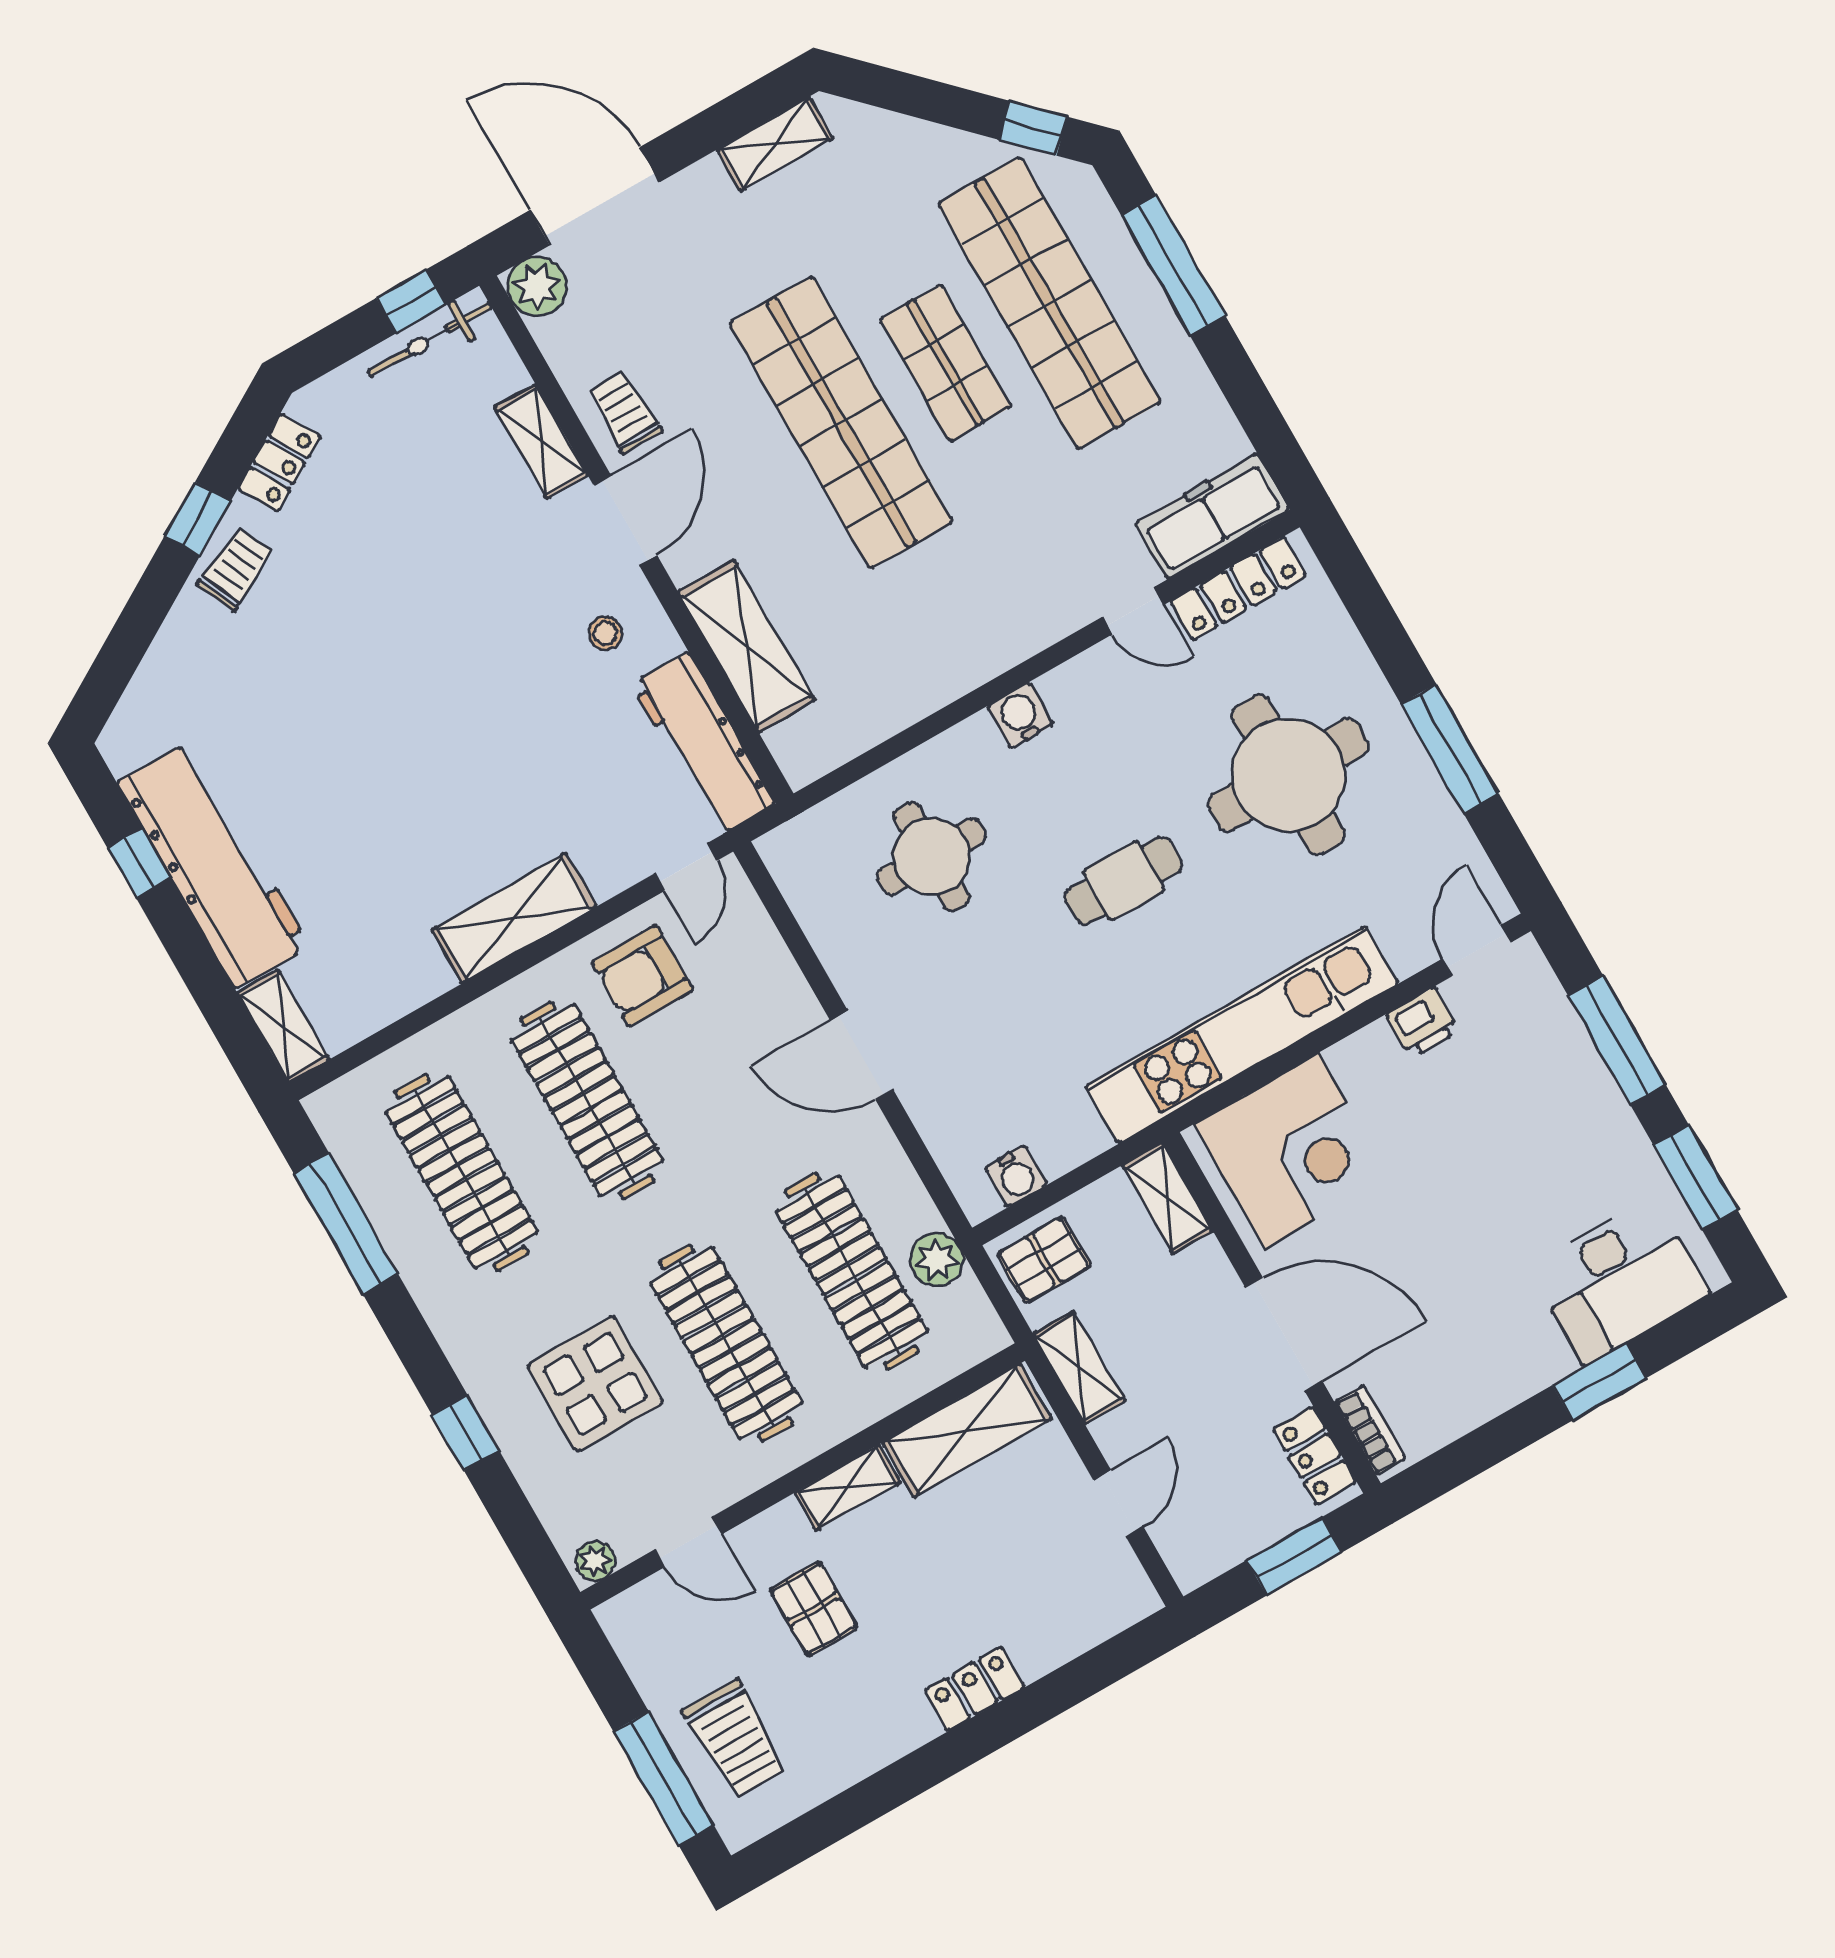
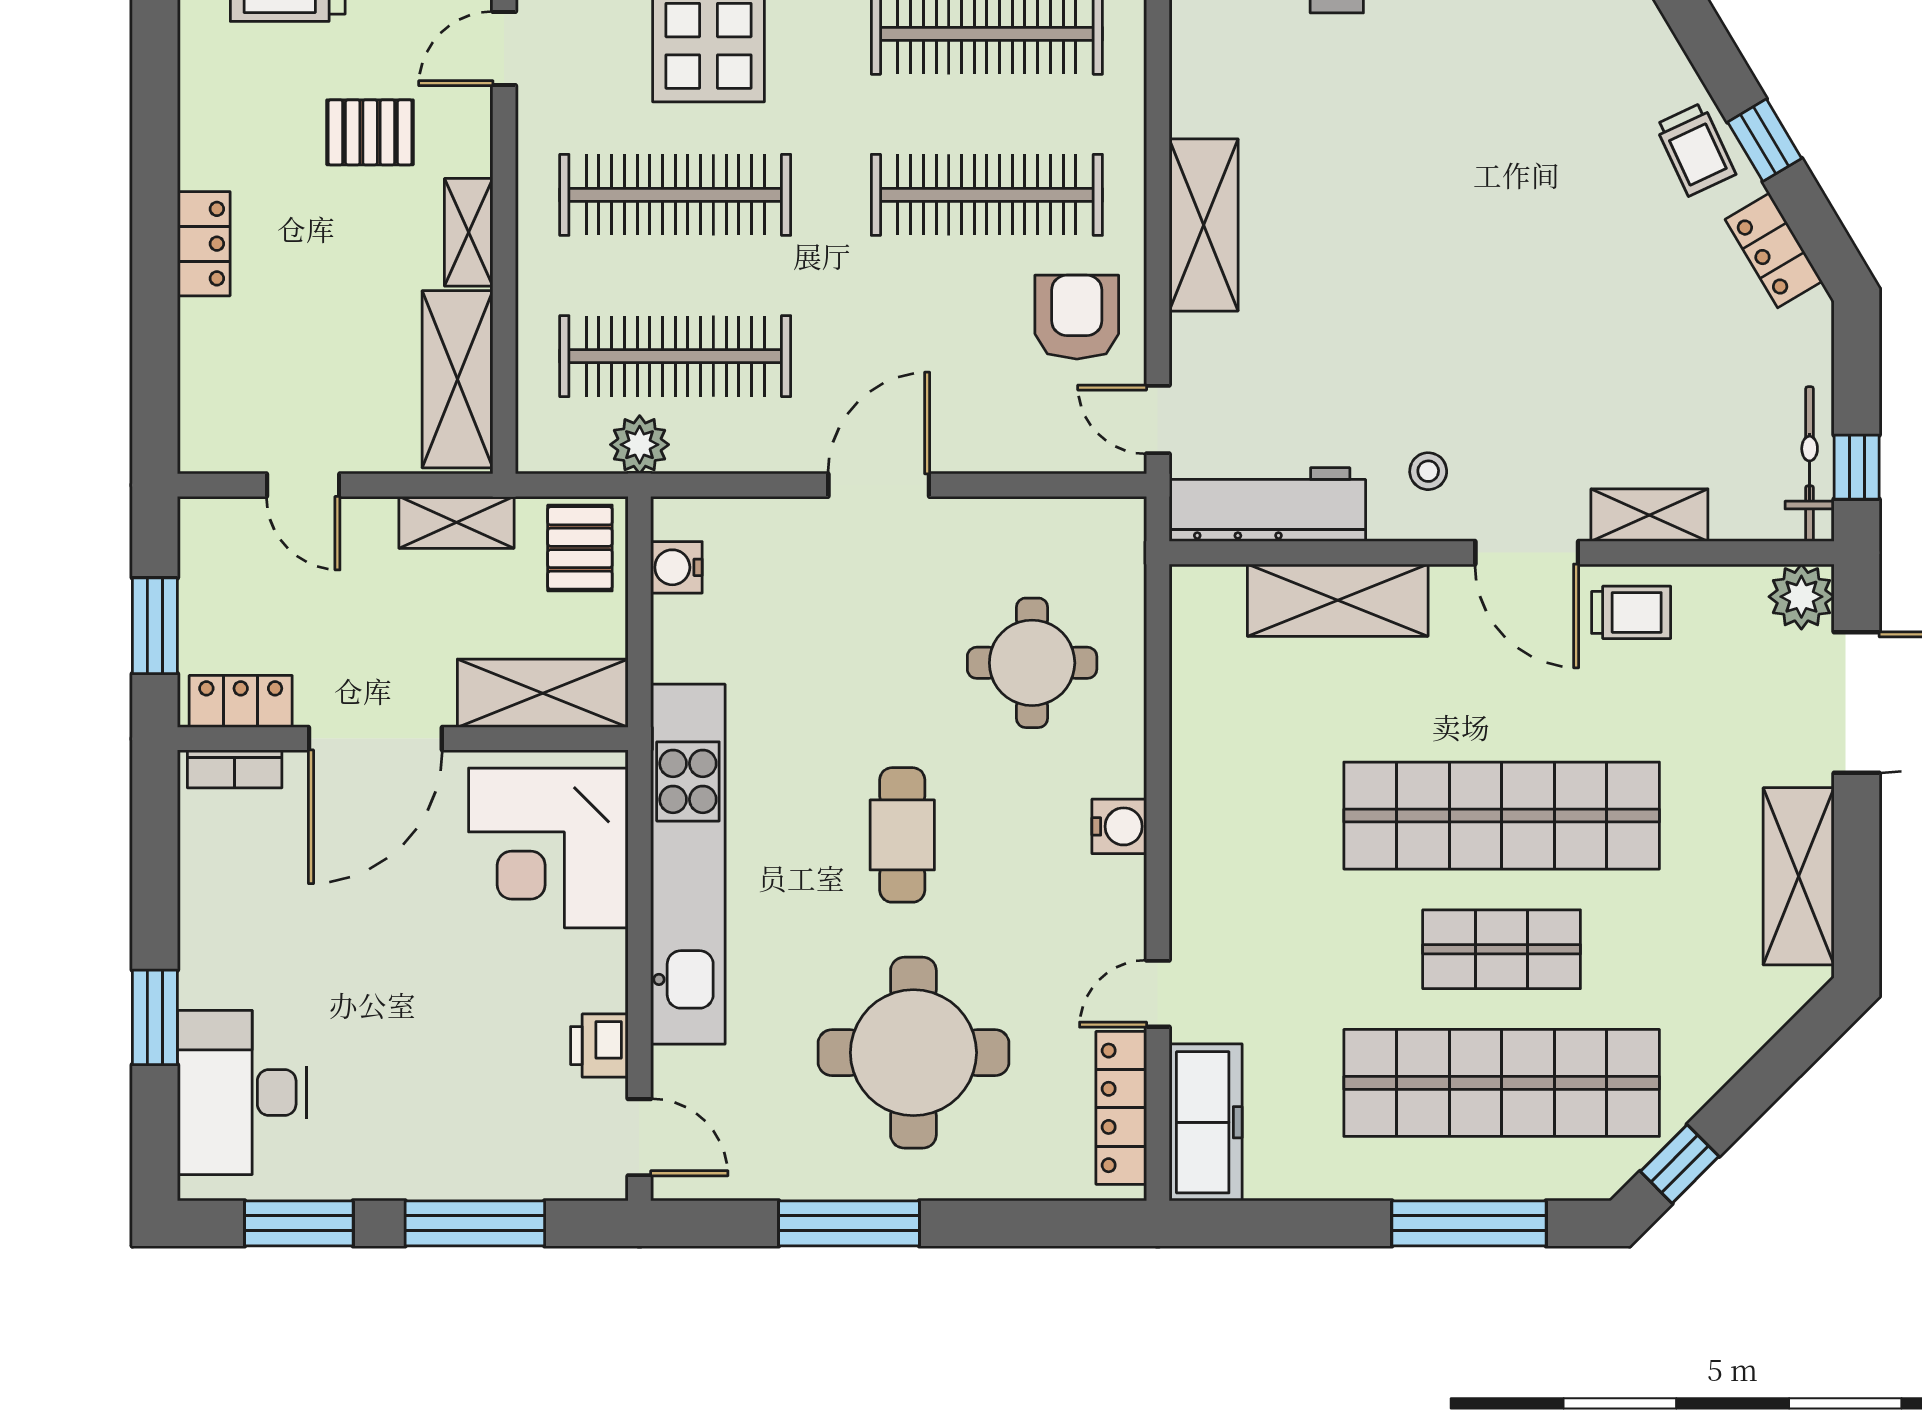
shelving: (775, 144) -> (1799, 876), width x1.50, depth x1.33
shelving: (1168, 1198) -> (543, 693), width x1.50, depth x1.33

